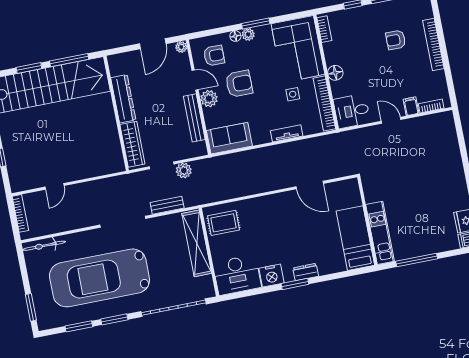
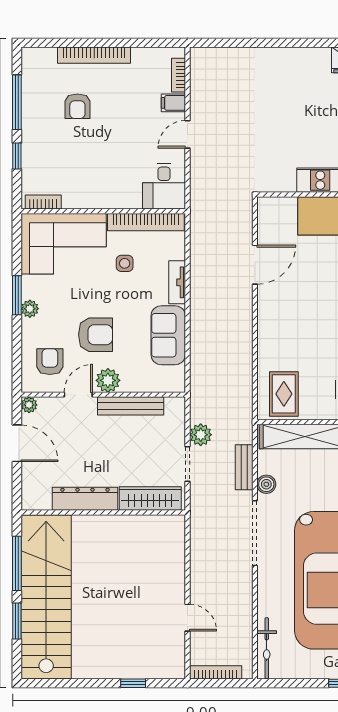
floor lamp: (235, 36) -> (29, 327), removed
floor lamp: (335, 73) -> (107, 199), removed
armchair: (239, 84) -> (96, 335), turned 90
sofa: (229, 138) -> (168, 335), moved
boiler: (158, 223) -> (266, 484), added

